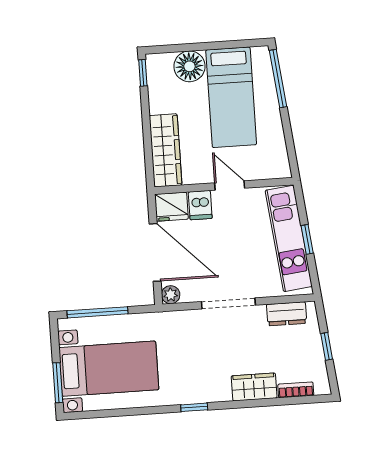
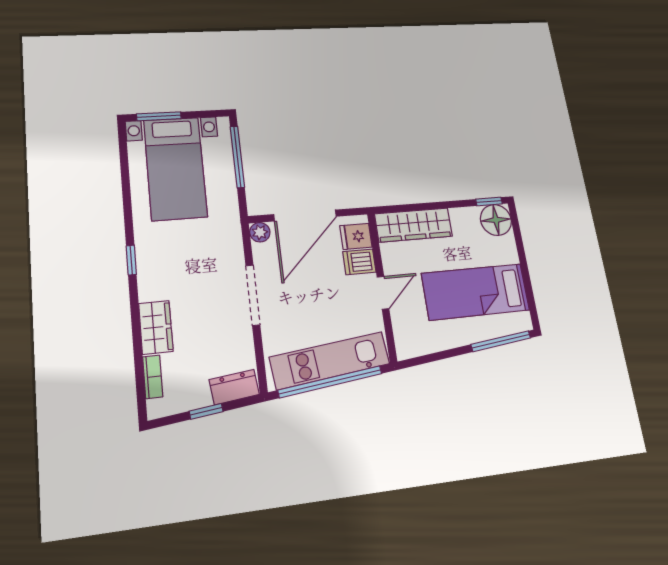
floor lamp: (190, 66) -> (496, 220), moved
fridge: (171, 207) -> (356, 236), width x0.72
window: (307, 239) -> (330, 382), width x3.17
dresser: (287, 314) -> (234, 387), moved, turned 84

